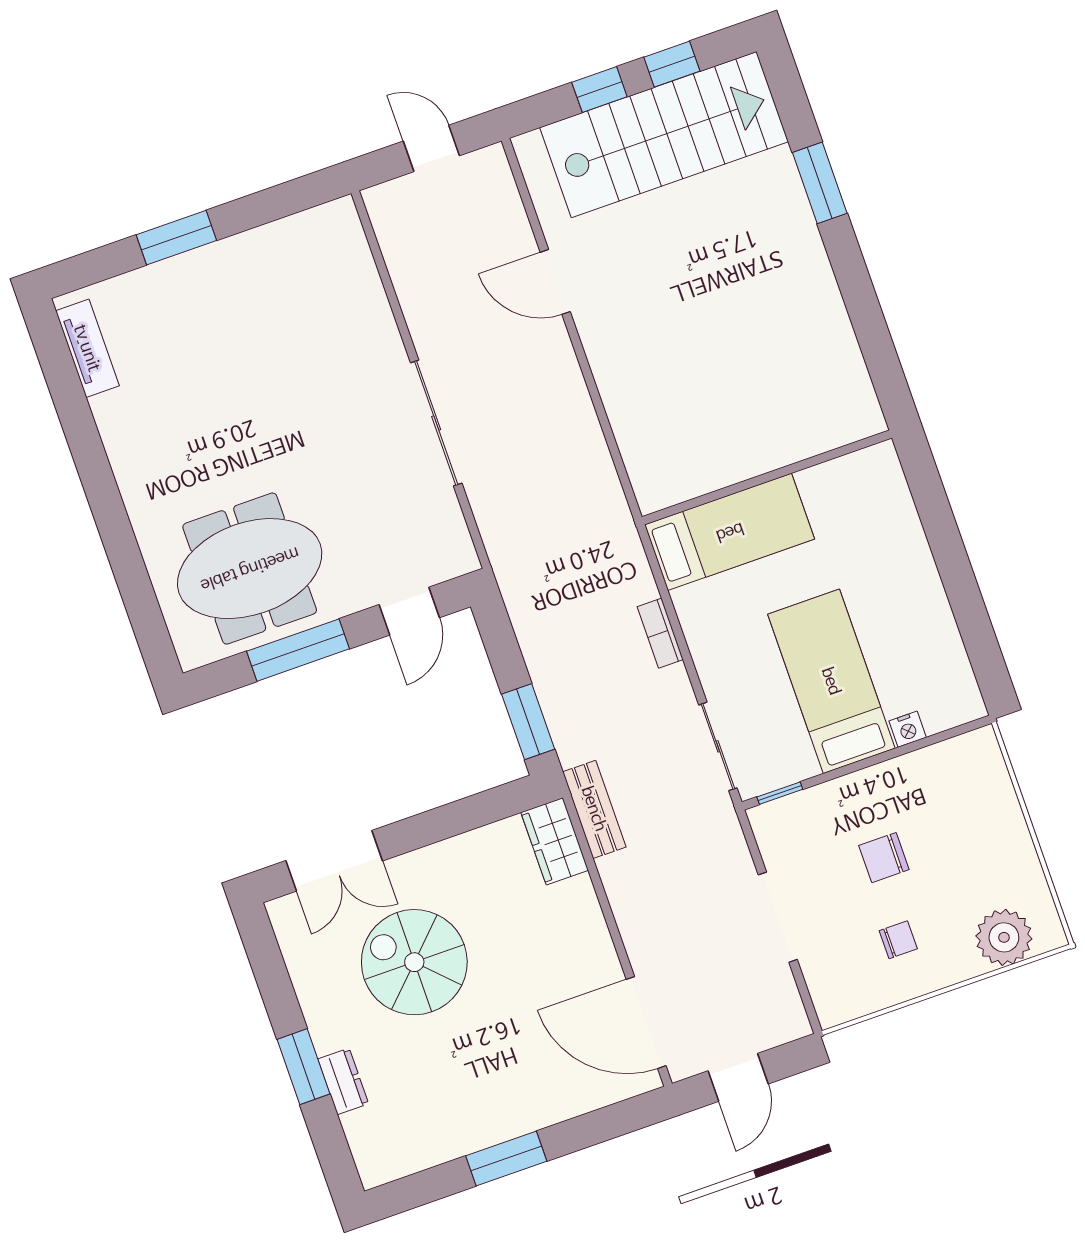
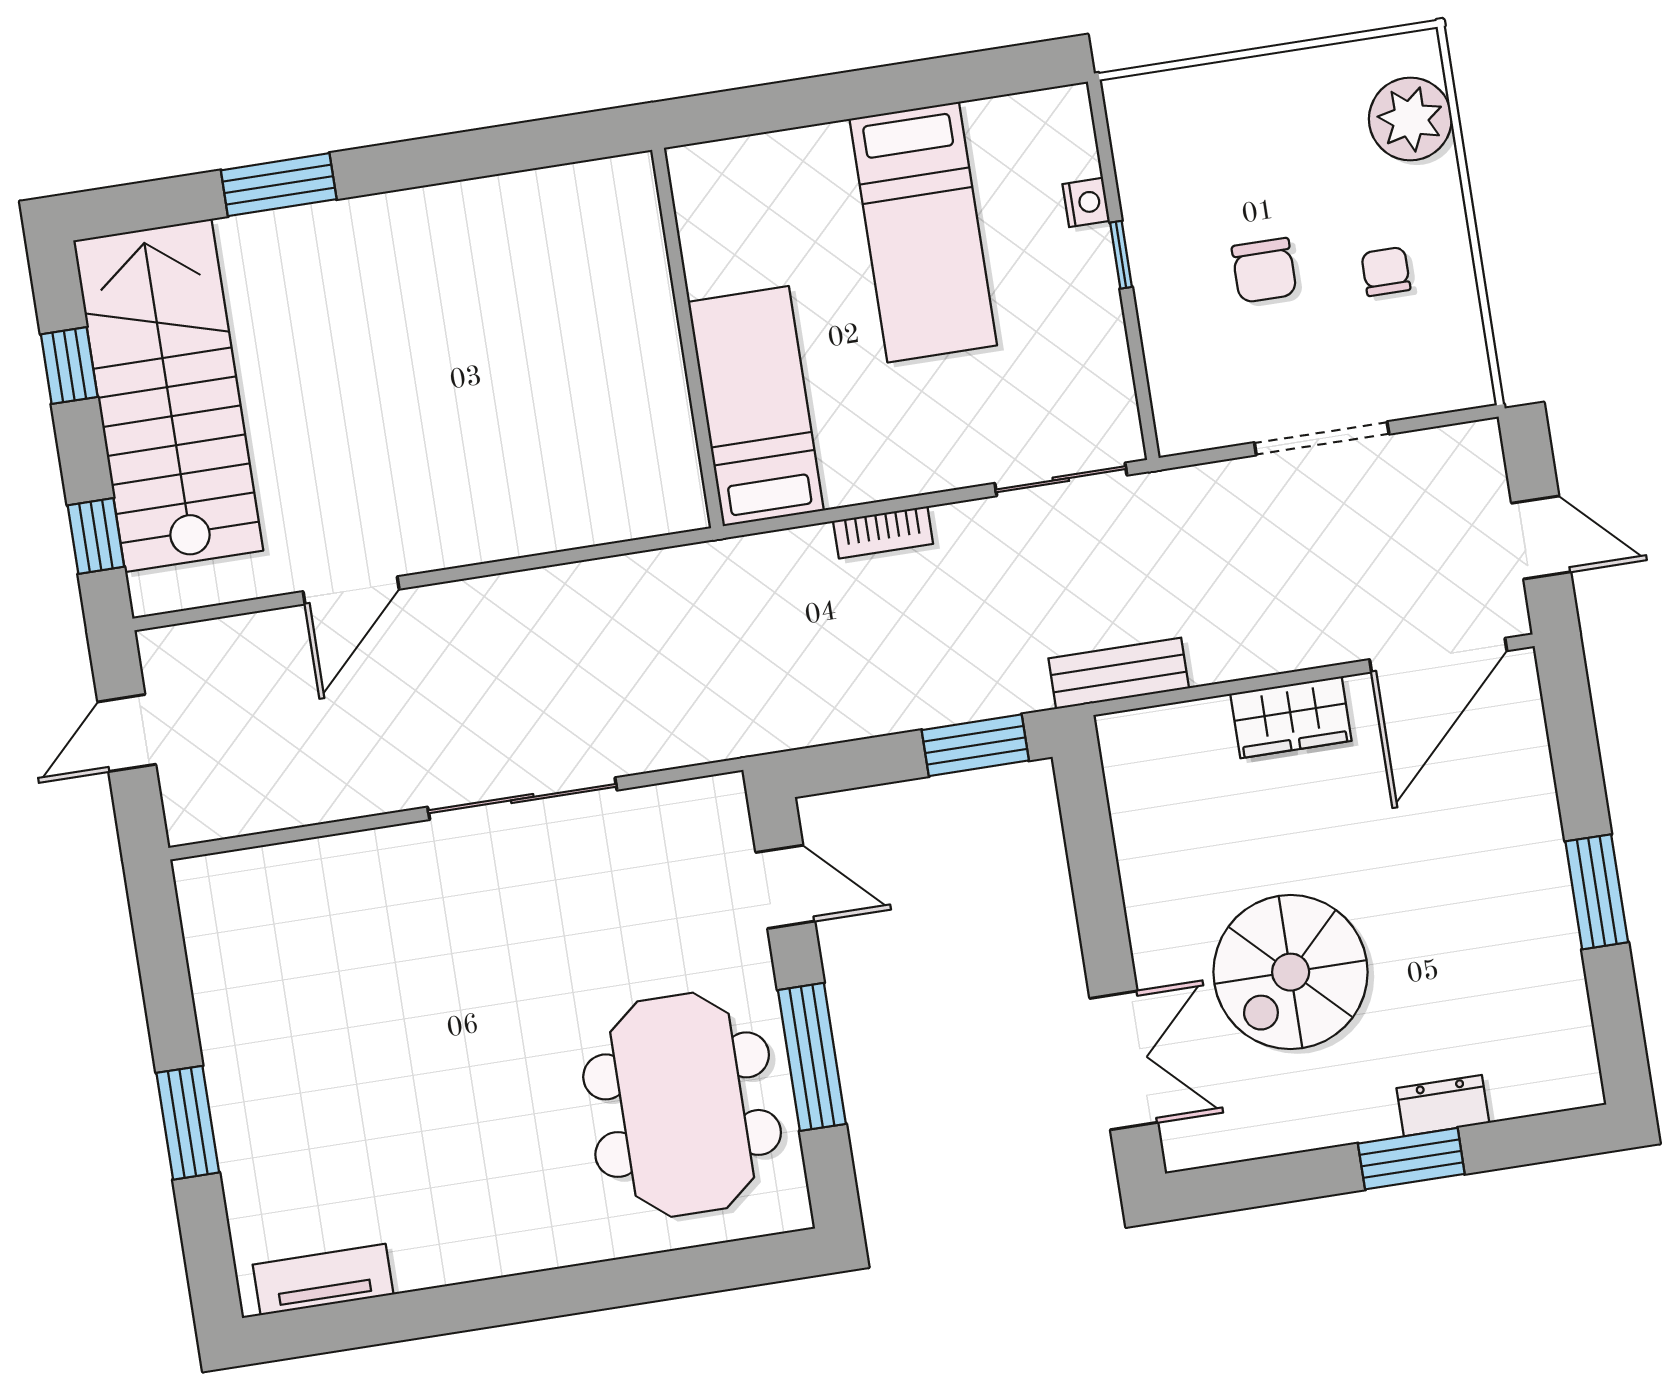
window: (599, 90) -> (96, 536), moved
bed: (831, 681) -> (923, 232), moved, turned -90
window: (780, 793) -> (1121, 255), moved
wardrobe: (555, 841) -> (1291, 717), moved

